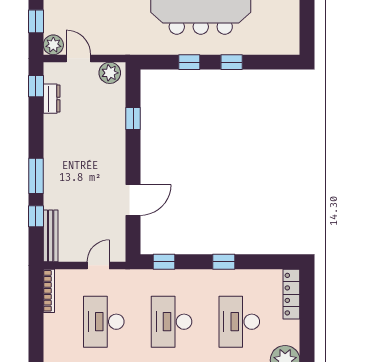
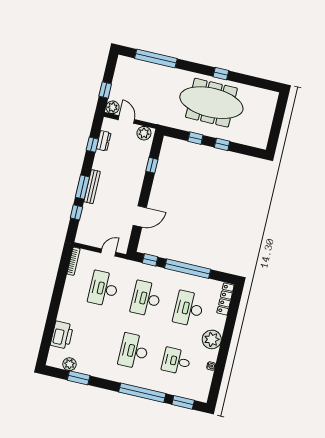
window: (36, 86) -> (92, 145), moved
bench: (51, 236) -> (92, 187), moved
window: (224, 262) -> (188, 269), width x3.17

